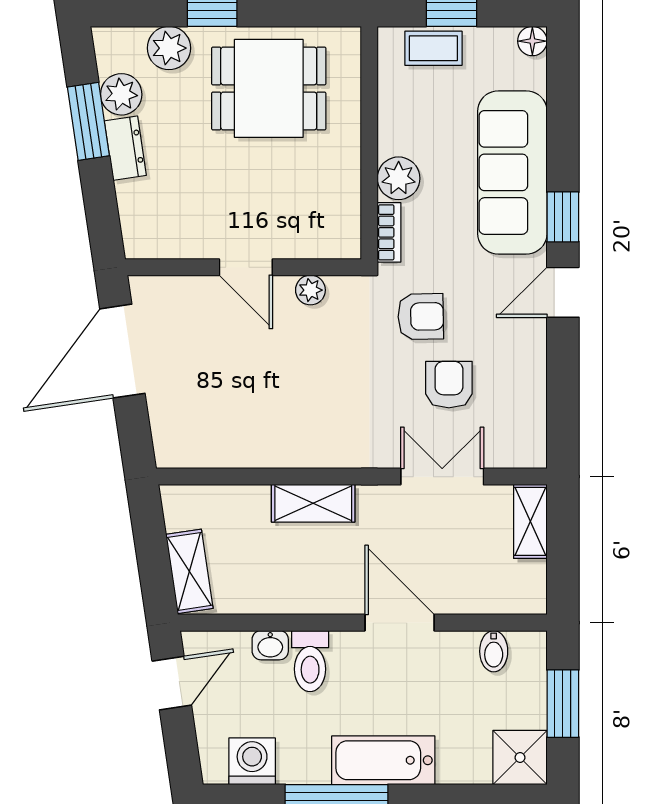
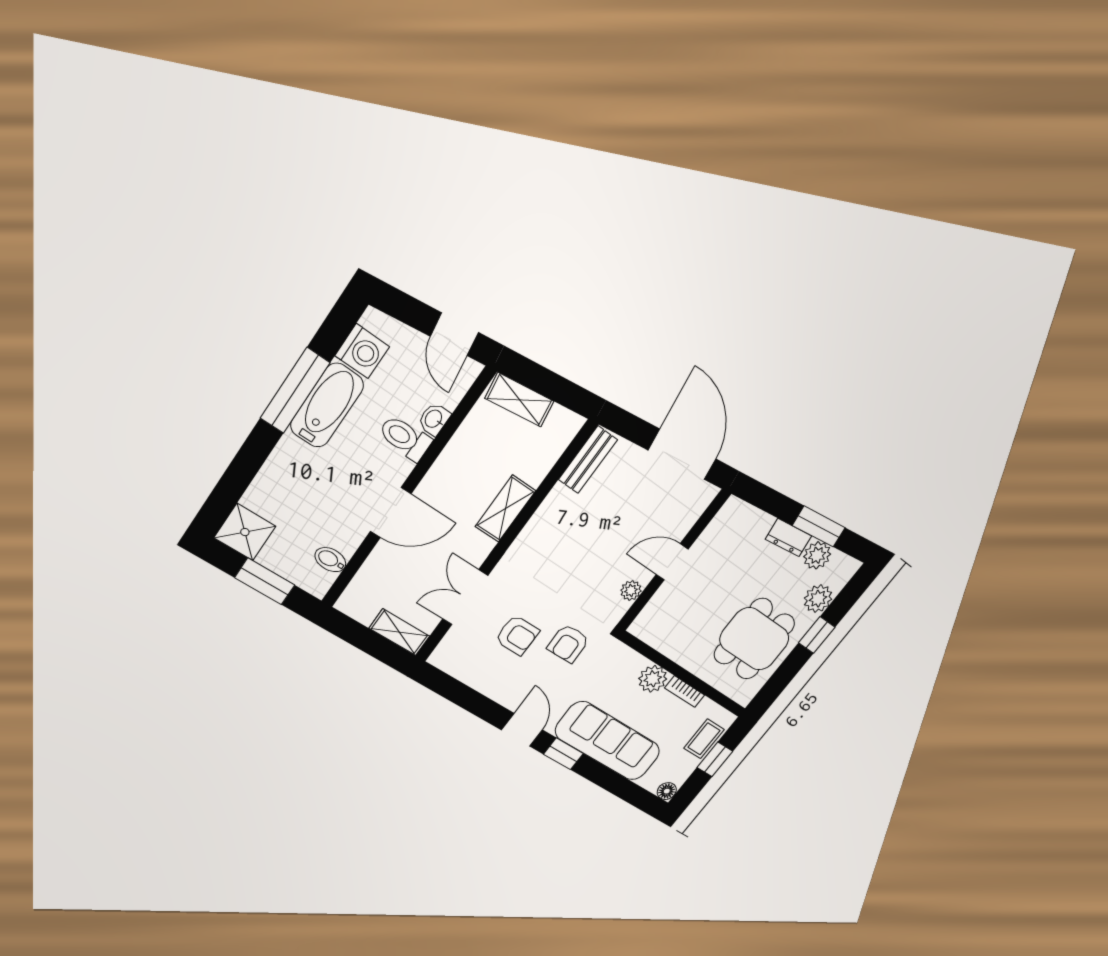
bookcase: (389, 232) -> (685, 692), moved
bench: (200, 452) -> (588, 460), added
double door: (442, 477) -> (465, 597), swing flipped
bathtub: (383, 760) -> (327, 405), moved

